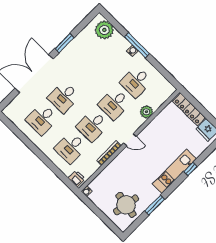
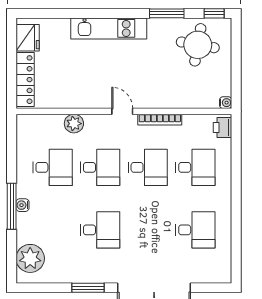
desk: (64, 97) -> (100, 230), moved
window: (191, 169) -> (214, 13), moved

